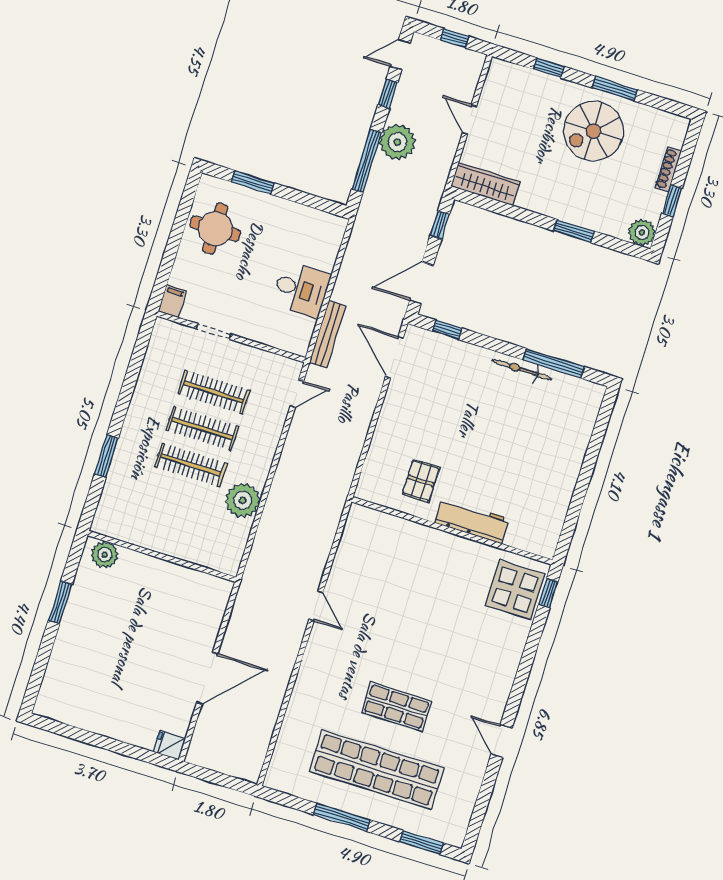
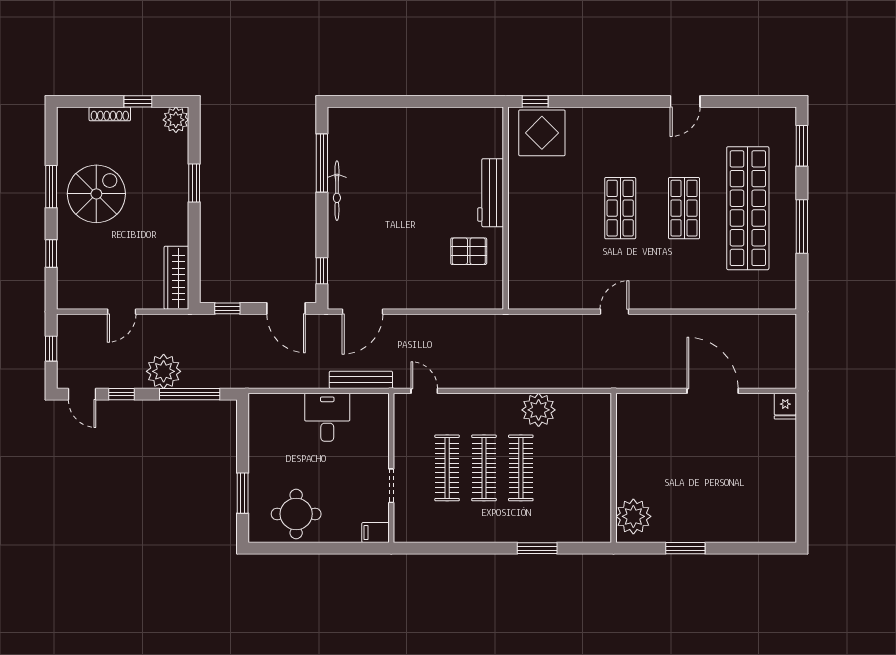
spiral stairs: (593, 131) -> (96, 194), turned -90
plant: (105, 555) -> (633, 516), width x1.36, depth x1.36
shop shelf: (416, 644) -> (620, 208), added

